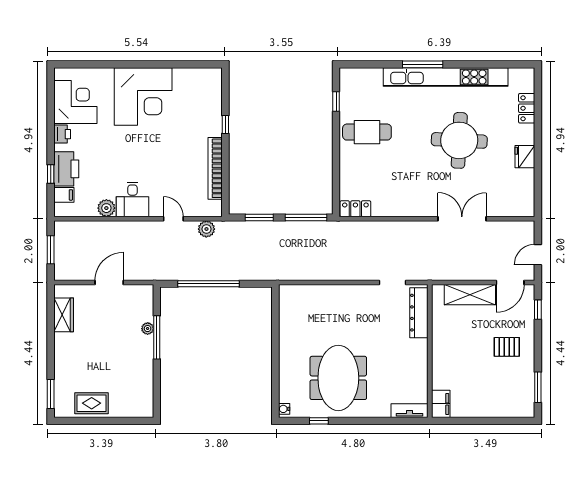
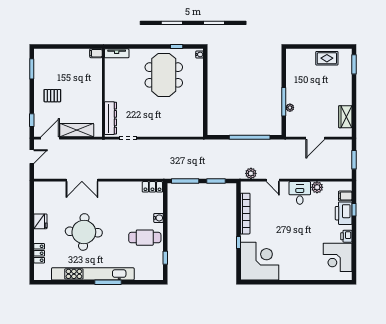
corner desk: (143, 96) -> (260, 261), moved, turned 90
water cooler: (346, 162) -> (159, 218), added
filing cabinet: (441, 404) -> (96, 53), width x0.50

